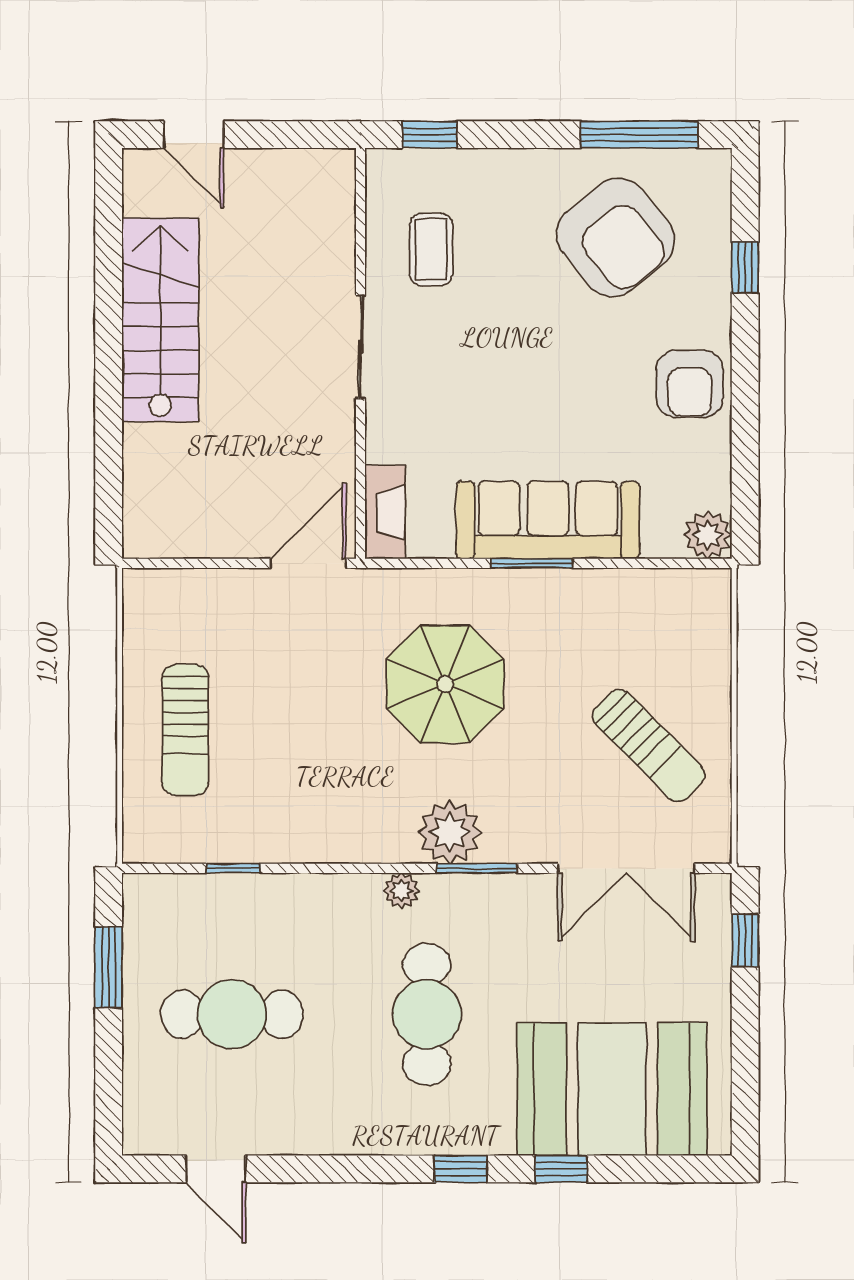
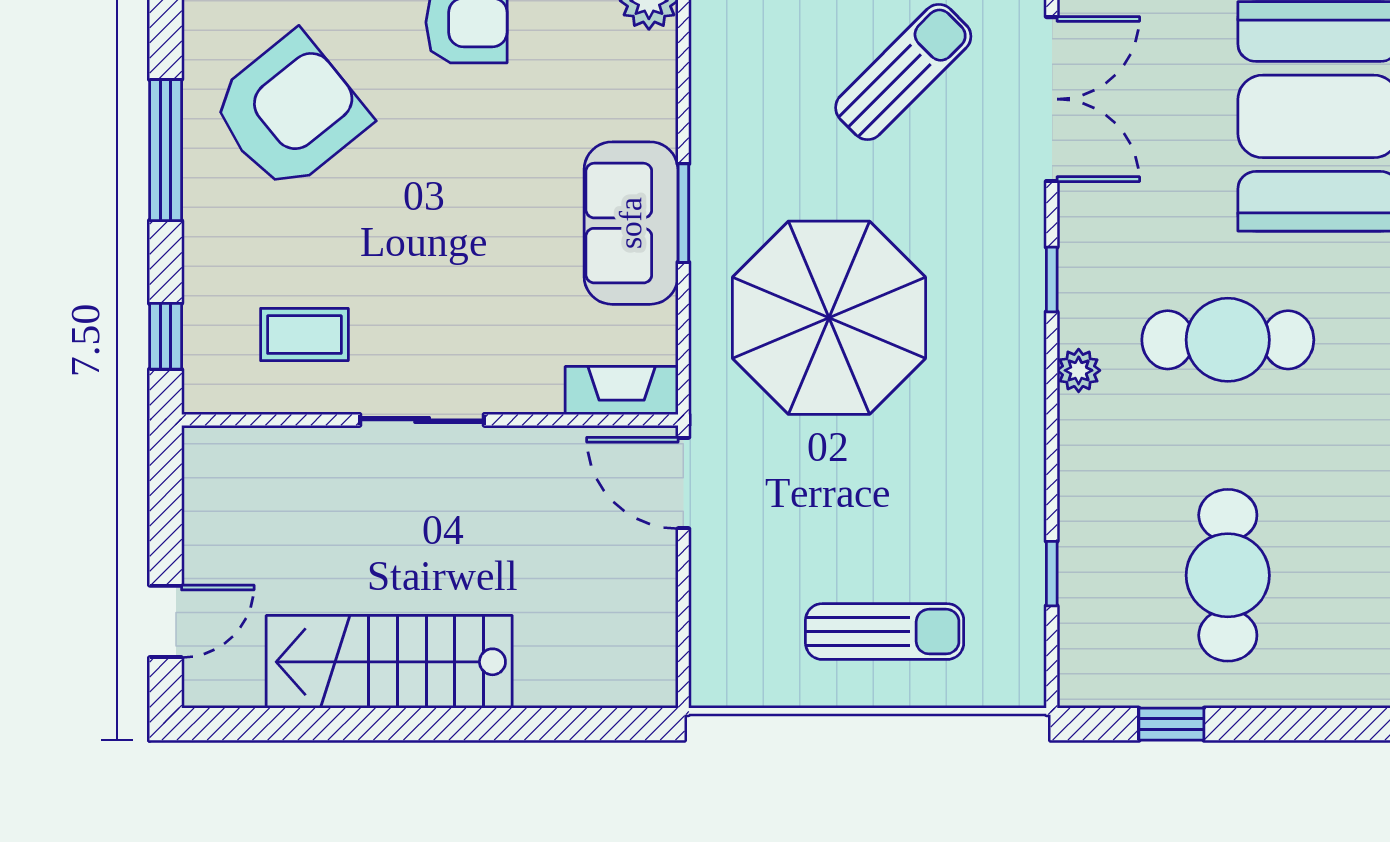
window: (639, 135) -> (166, 150), moved
sofa: (548, 520) -> (631, 223), width x0.73
parasol: (445, 684) -> (829, 318), width x1.36, depth x1.36
plant: (450, 832) -> (1008, 312), removed
window: (477, 868) -> (1052, 279), width x0.67
window: (109, 968) -> (1171, 724), width x0.67

